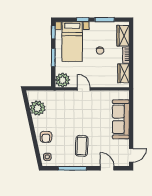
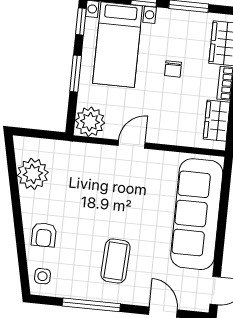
door: (84, 89) -> (132, 144), hinge flipped
sofa: (121, 119) -> (197, 214), width x1.36, depth x1.27

